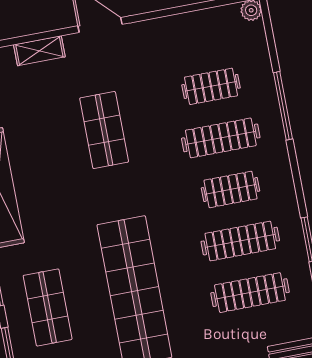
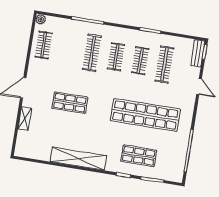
clothes rail: (211, 86) -> (44, 45), moved
clothes rail: (240, 241) -> (140, 61), width x0.73

